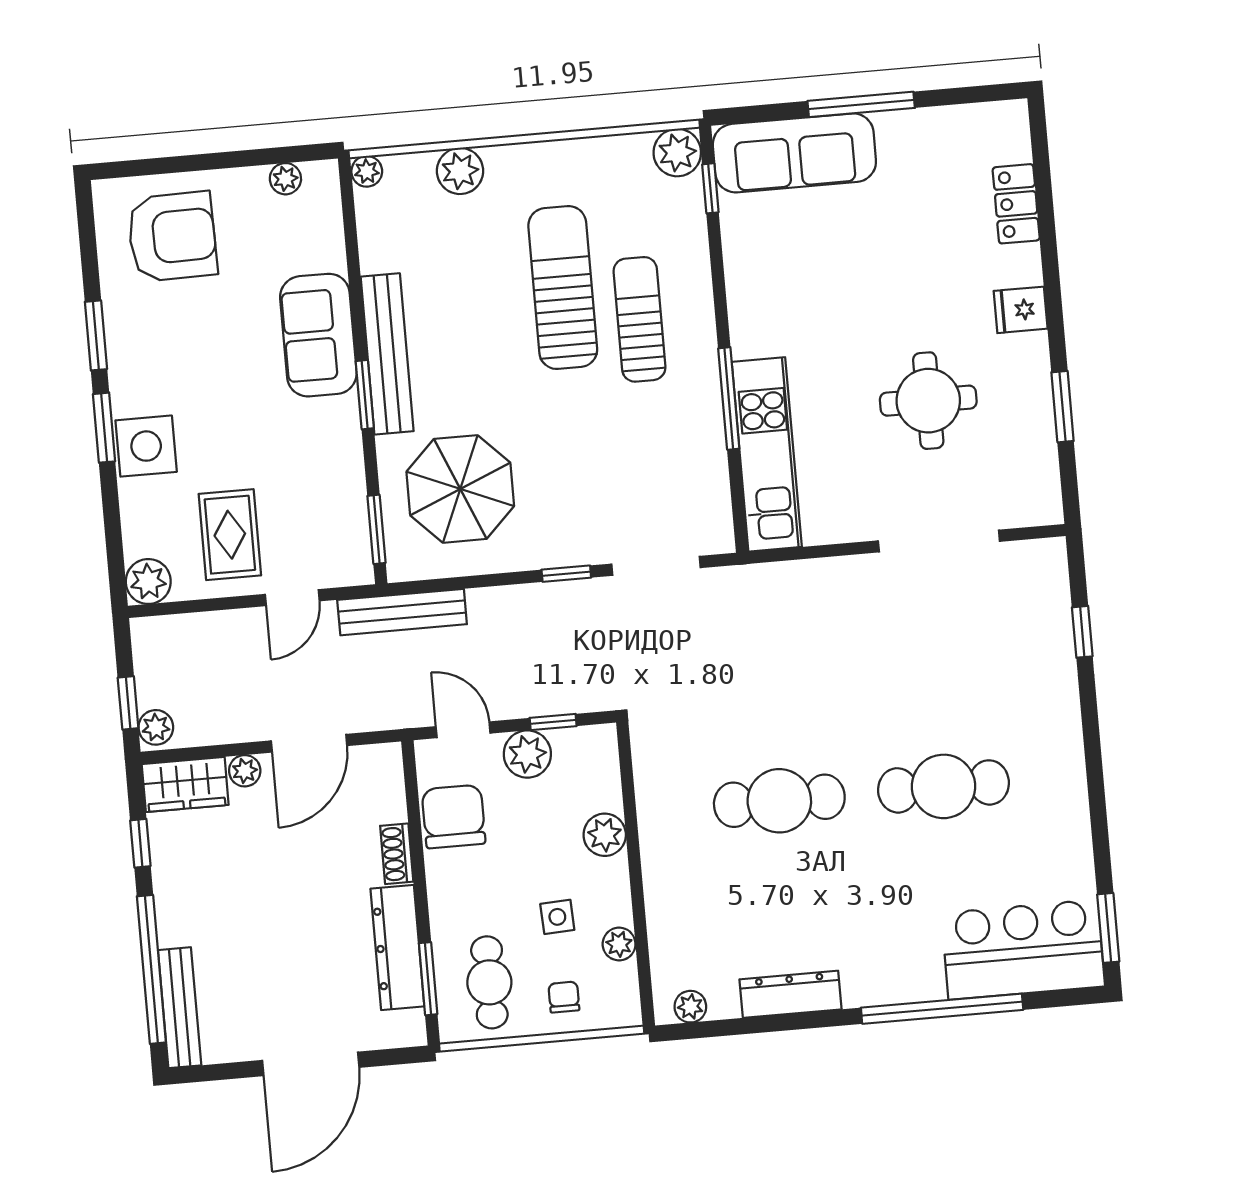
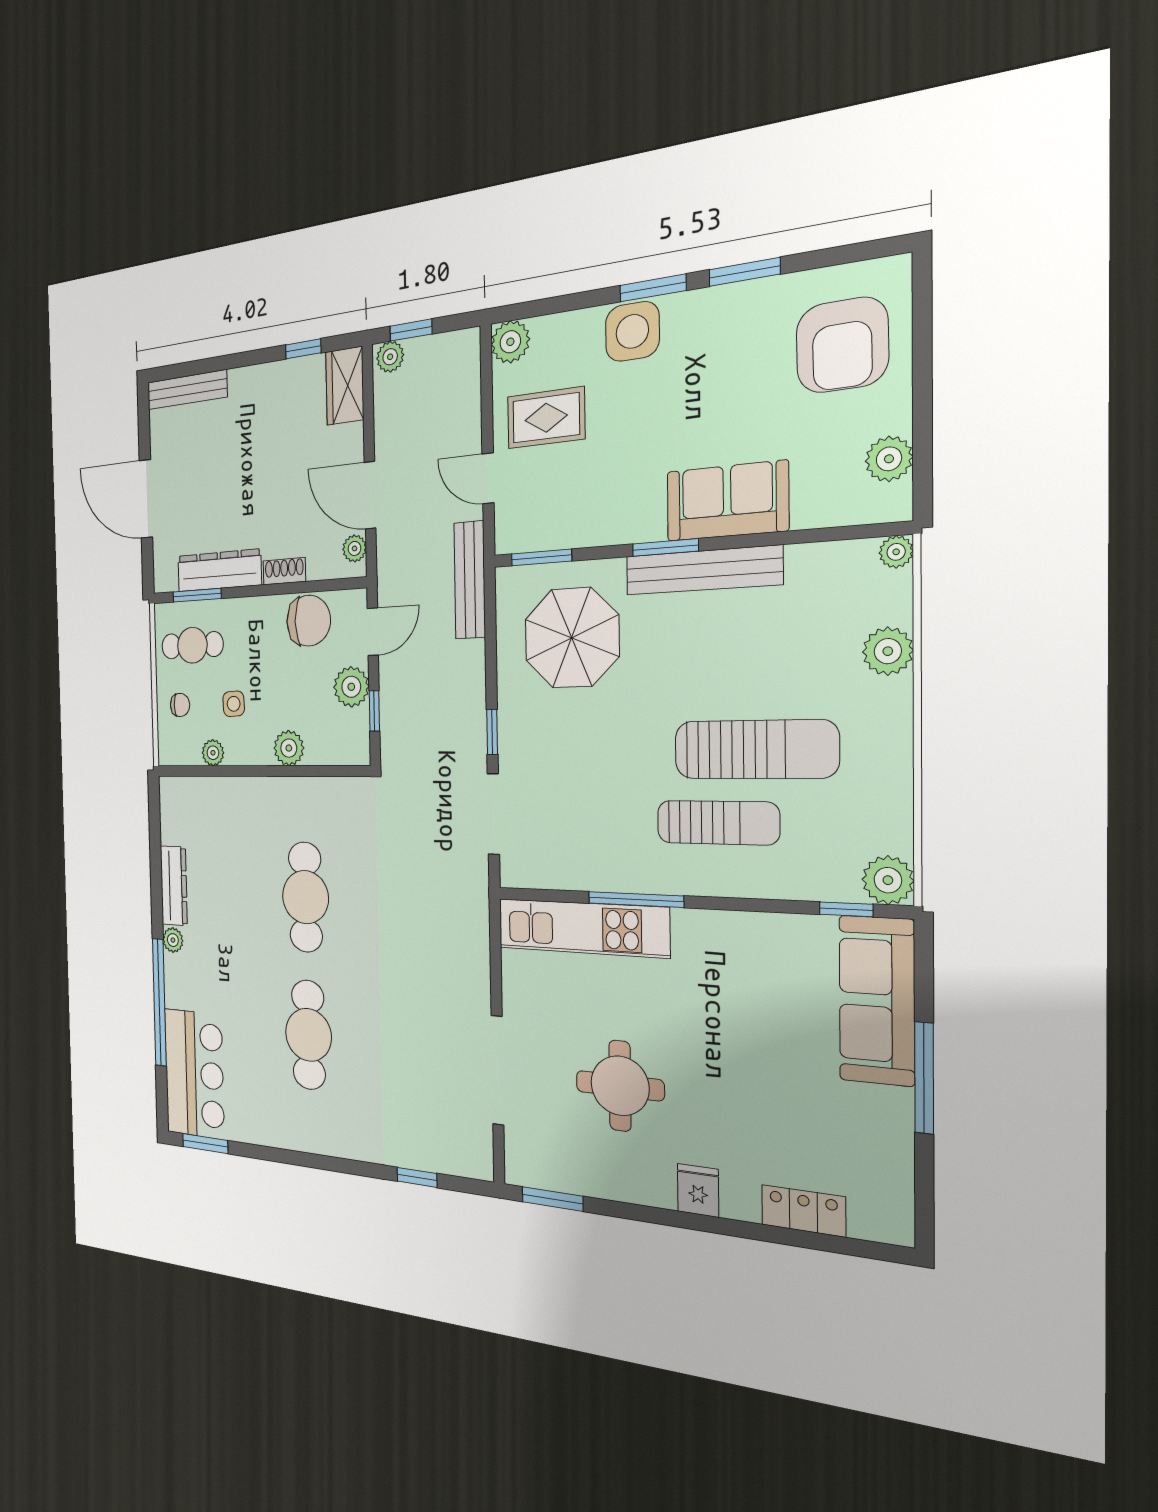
plant: (285, 179) -> (889, 459), width x1.38, depth x1.38
window: (1063, 407) -> (552, 1199), moved
plant: (245, 771) -> (355, 548), moved
window: (151, 969) -> (214, 364), removed
plant: (690, 1007) -> (173, 940), moved

